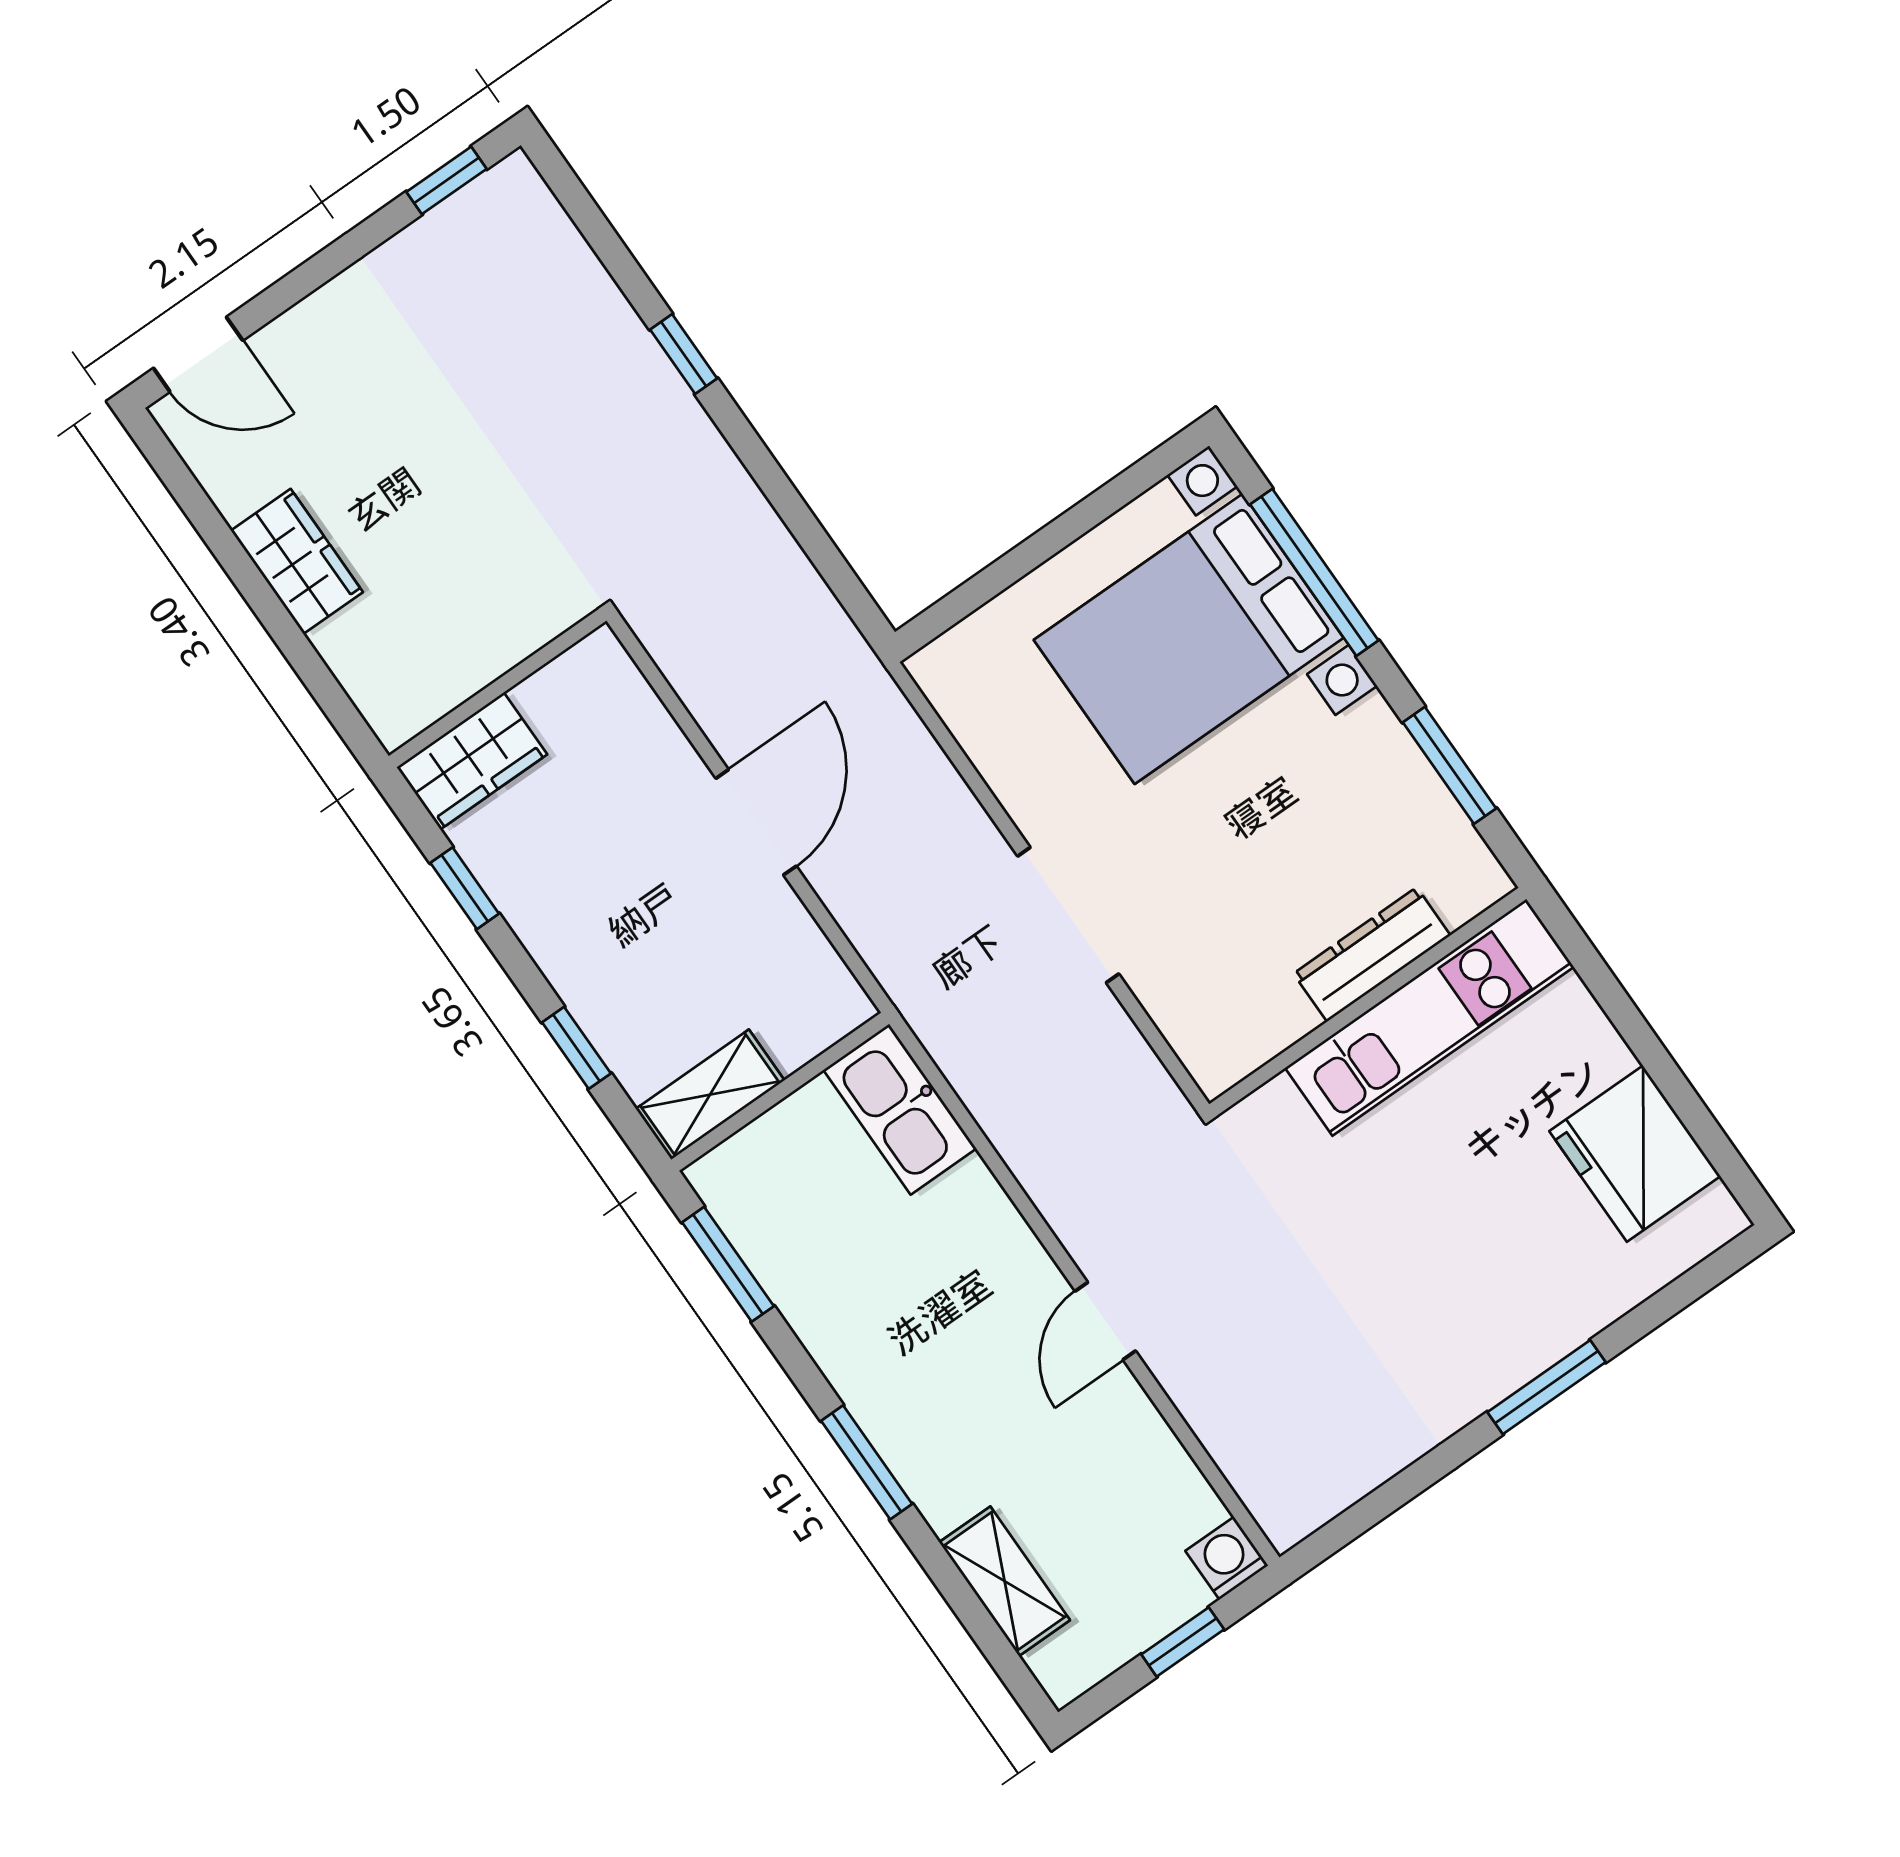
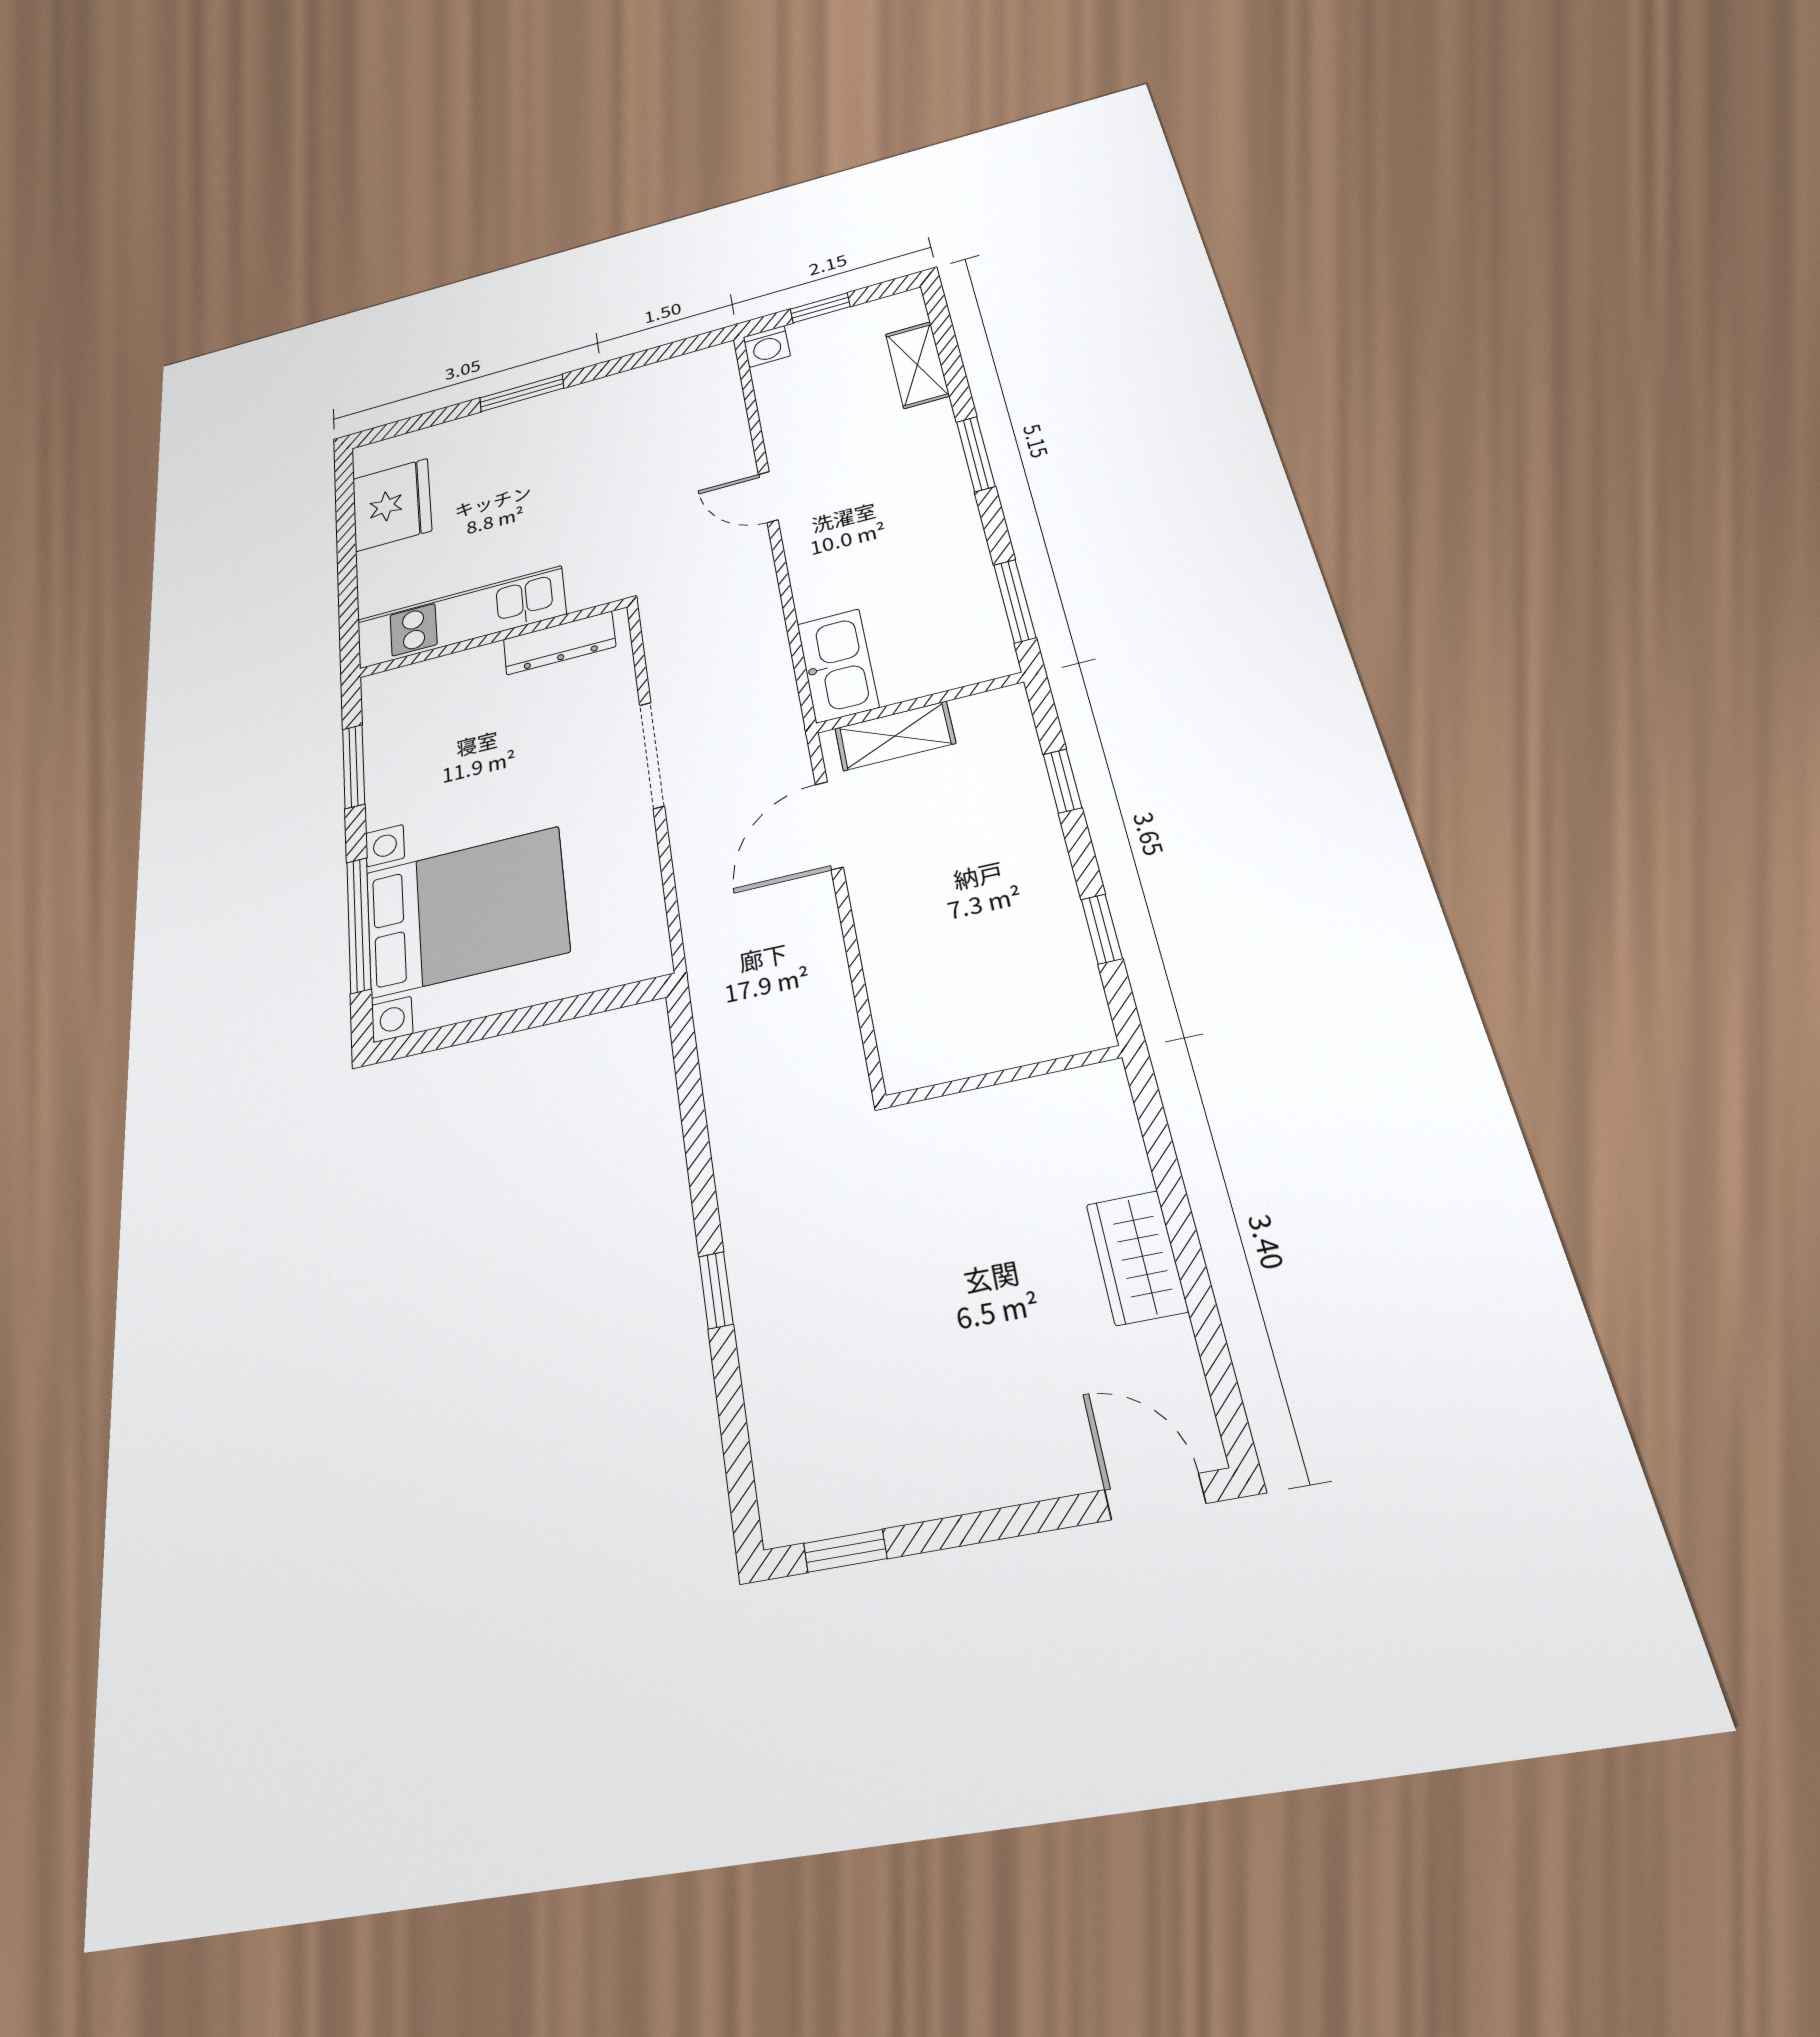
wardrobe: (472, 761) -> (1051, 1027), removed
door: (756, 822) -> (829, 825), moved
dresser: (1372, 954) -> (559, 643), moved
shelving: (710, 1095) -> (895, 736), moved
door: (1105, 1321) -> (768, 497), swing flipped

